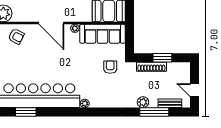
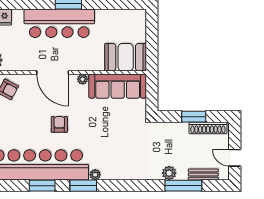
armchair: (110, 67) -> (59, 124), moved
shoe rack: (151, 67) -> (208, 128), moved
window: (26, 112) -> (42, 186), moved
window: (75, 112) -> (83, 186), added

